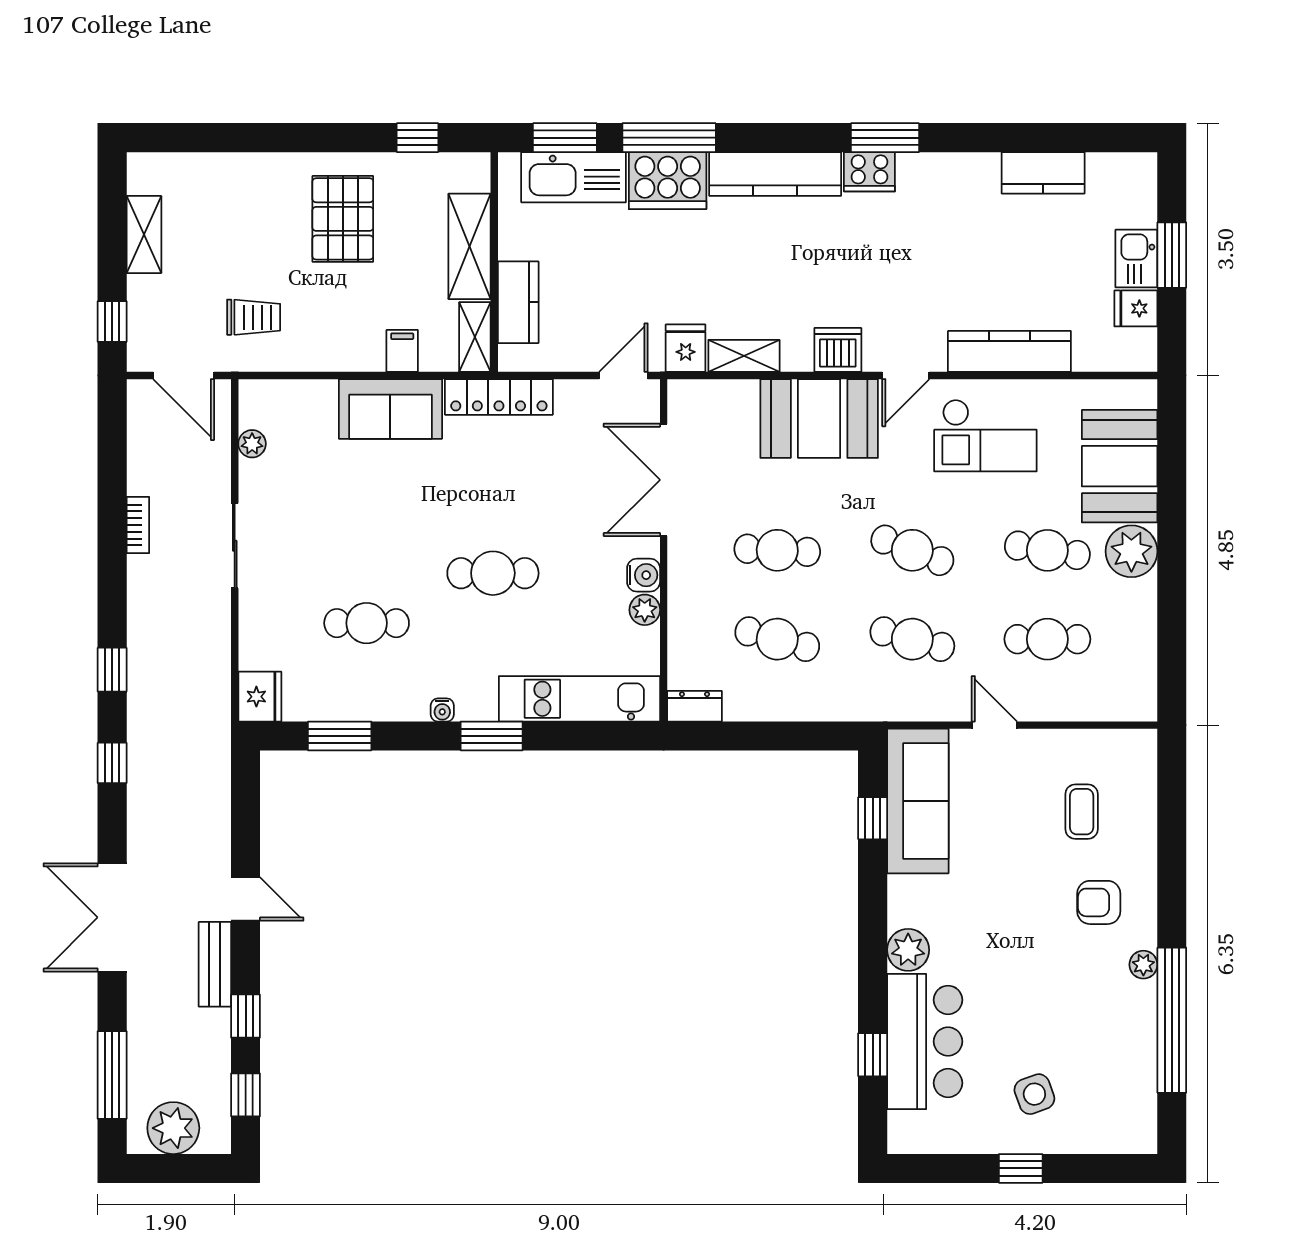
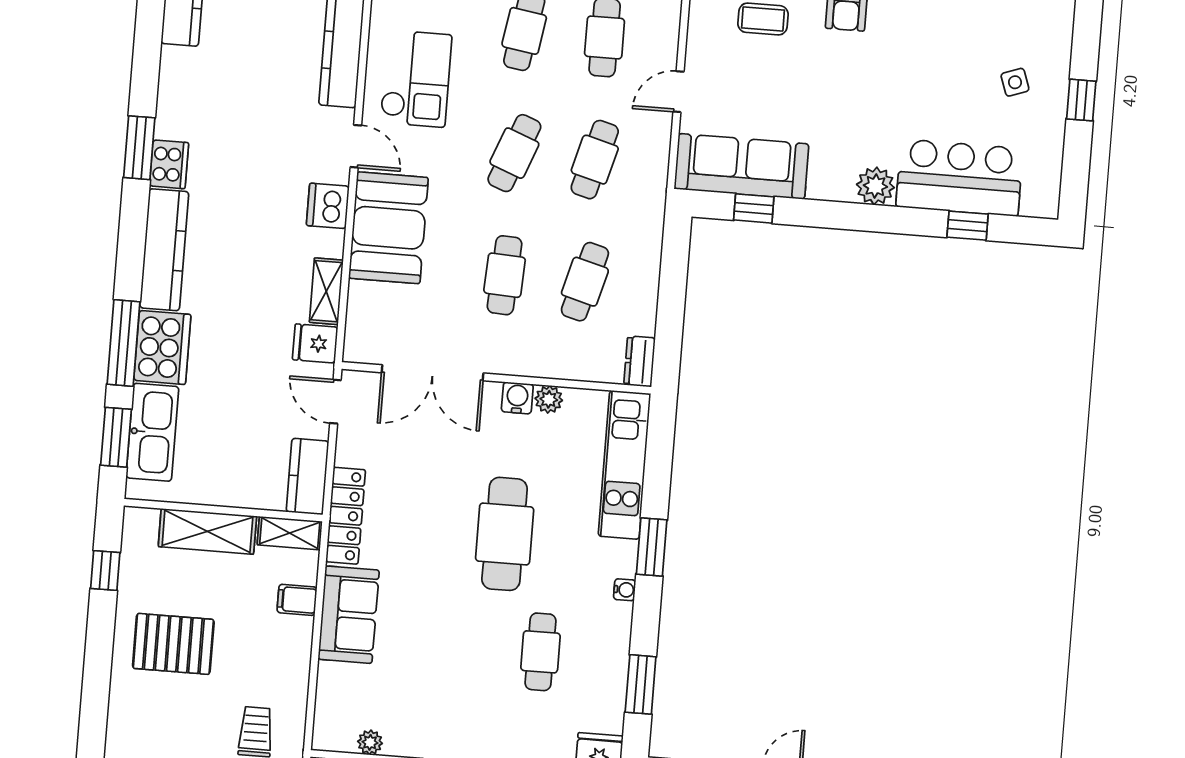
kitchen counter: (518, 302) -> (307, 477), moved, turned -90
cafe table: (493, 573) -> (505, 534), width x1.37, depth x1.35
side table: (1034, 1094) -> (1015, 82), width x0.73, depth x0.73

